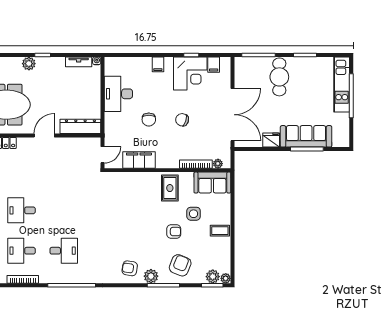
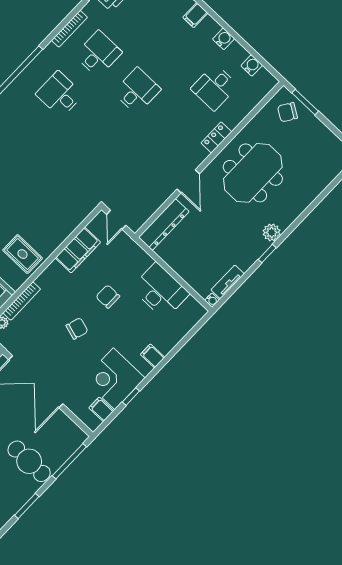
desk: (64, 251) -> (60, 94), turned 90

